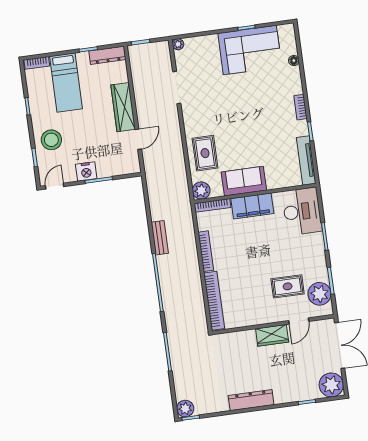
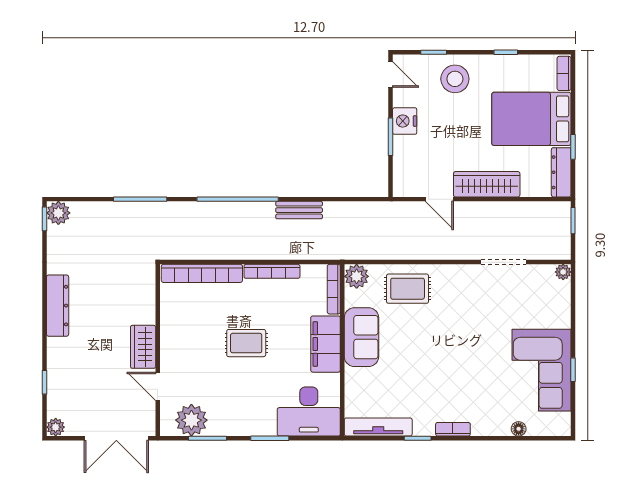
bed: (66, 82) -> (531, 119), width x1.50
rug: (288, 286) -> (246, 343), moved, turned 90
plant: (331, 385) -> (56, 427), width x0.53, depth x0.53

